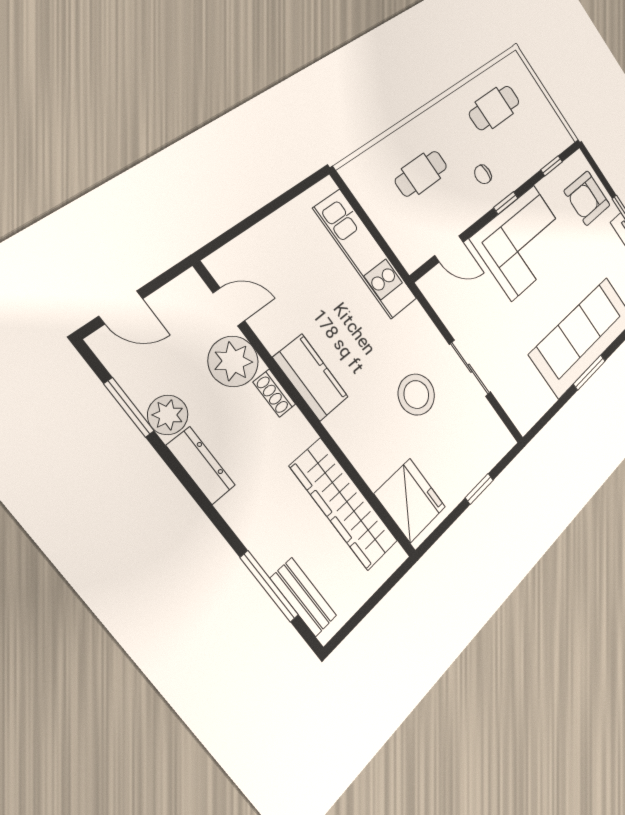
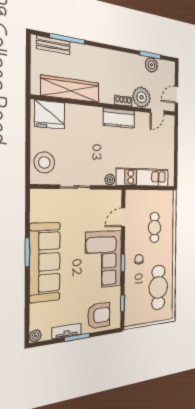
cafe table: (494, 108) -> (158, 287), width x1.37, depth x1.35
armchair: (587, 198) -> (99, 315), turned 90
door: (121, 307) -> (176, 95), moved
plant: (417, 317) -> (110, 180), added
stool: (416, 394) -> (44, 163), moved
plant: (168, 415) -> (151, 65), moved
dresser: (201, 465) -> (120, 57), removed
window: (479, 489) -> (28, 148), removed

